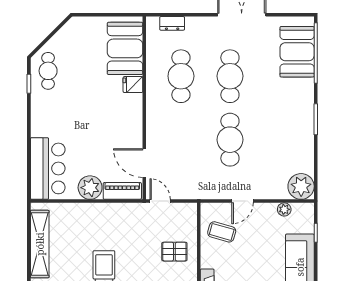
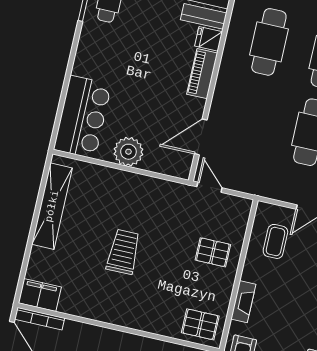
door: (144, 163) -> (201, 137), hinge flipped
piano: (122, 191) -> (202, 74), moved, turned -90
coffee table: (222, 232) -> (275, 241), turned 74

